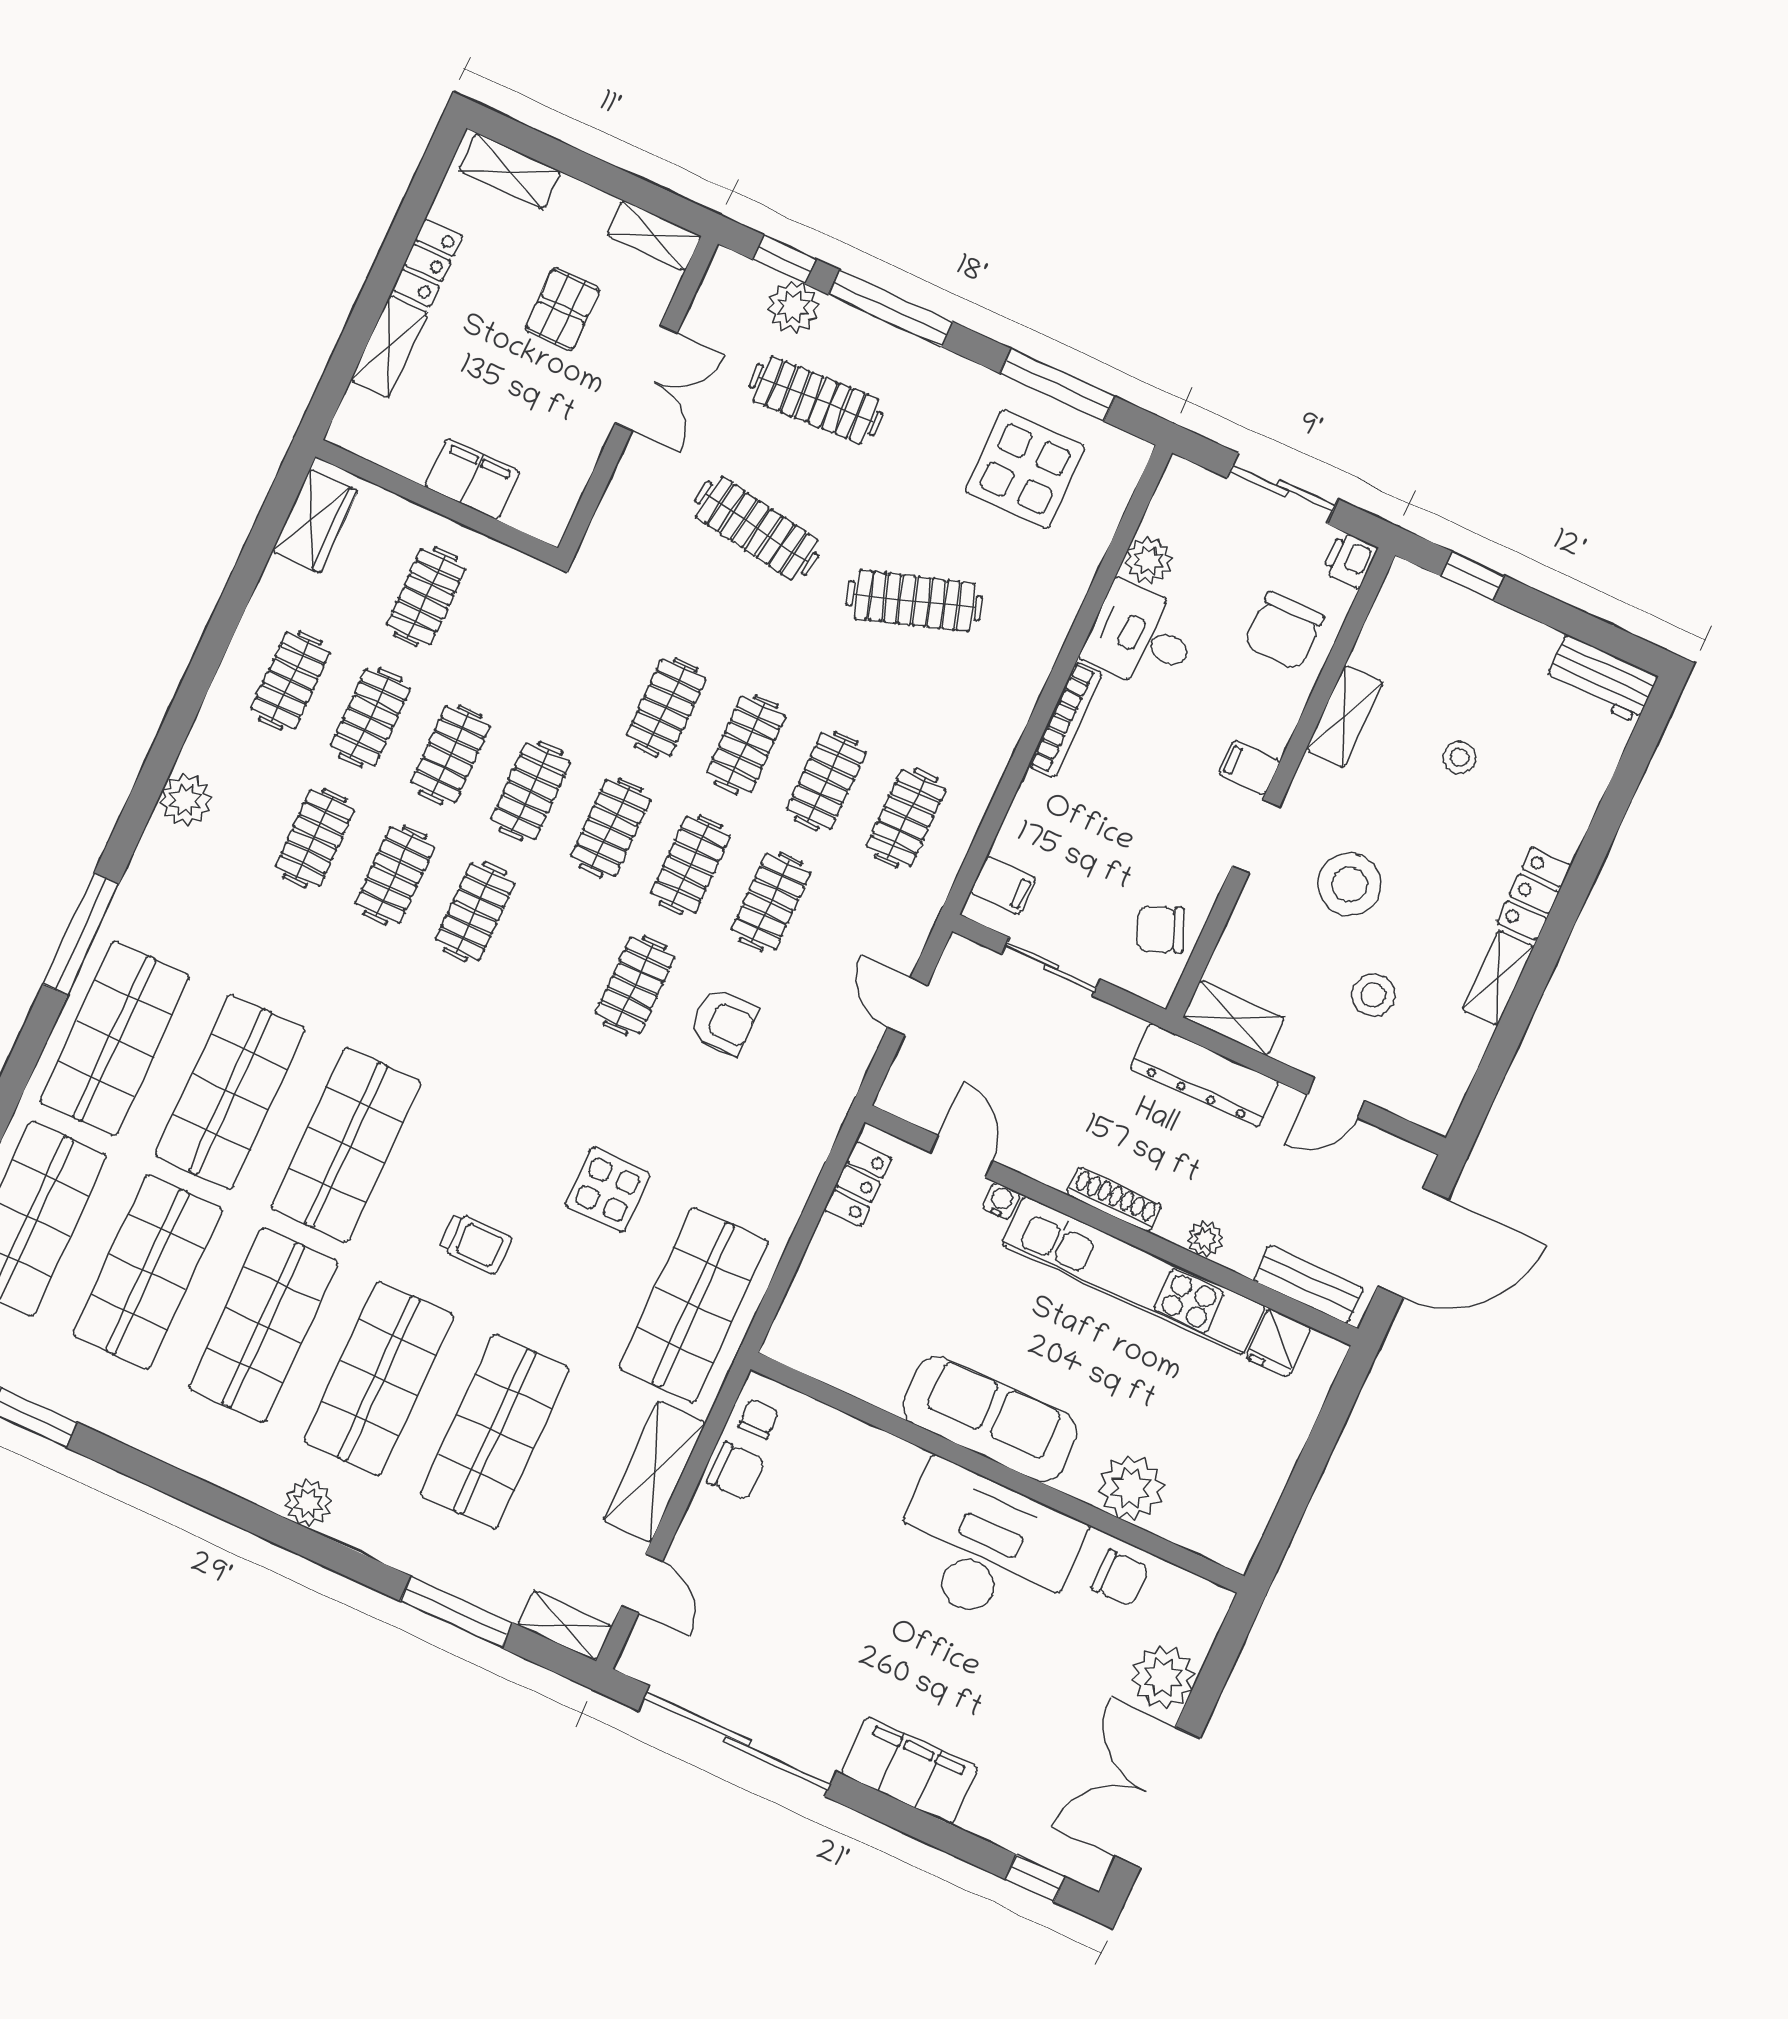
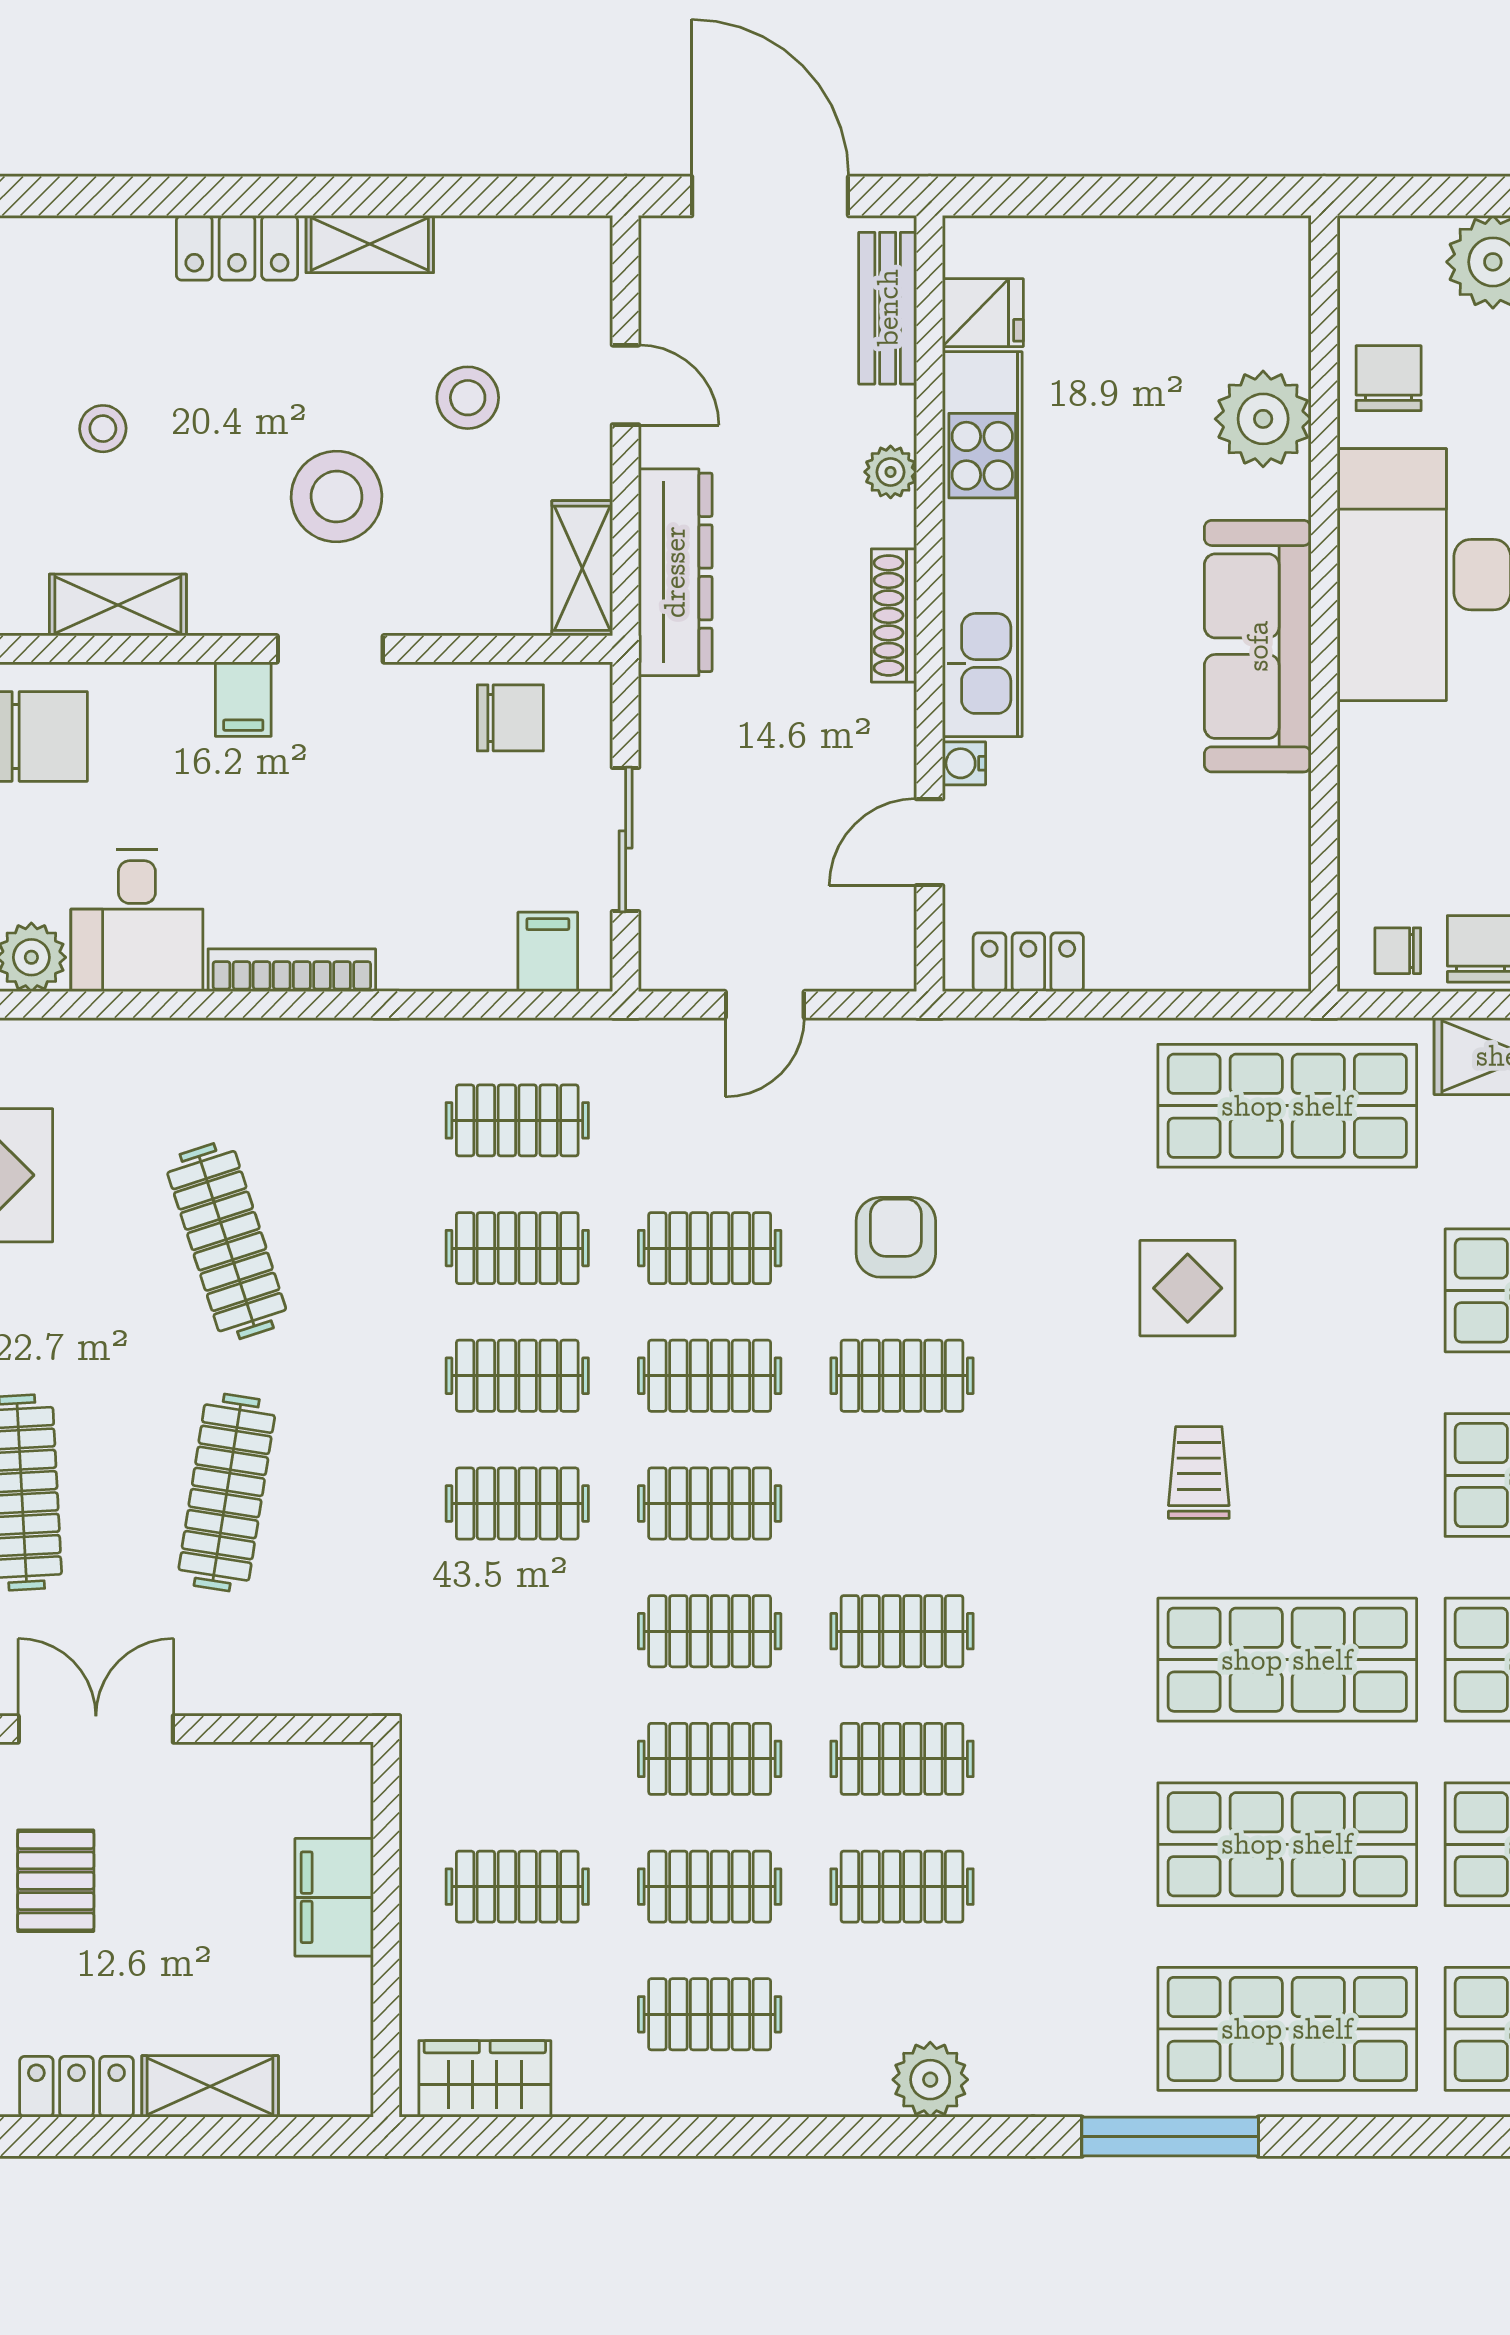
pallet: (563, 309) -> (56, 1881), turned 90
chair: (1161, 930) -> (510, 718), turned -67
trolley: (476, 1243) -> (1199, 1472), moved

